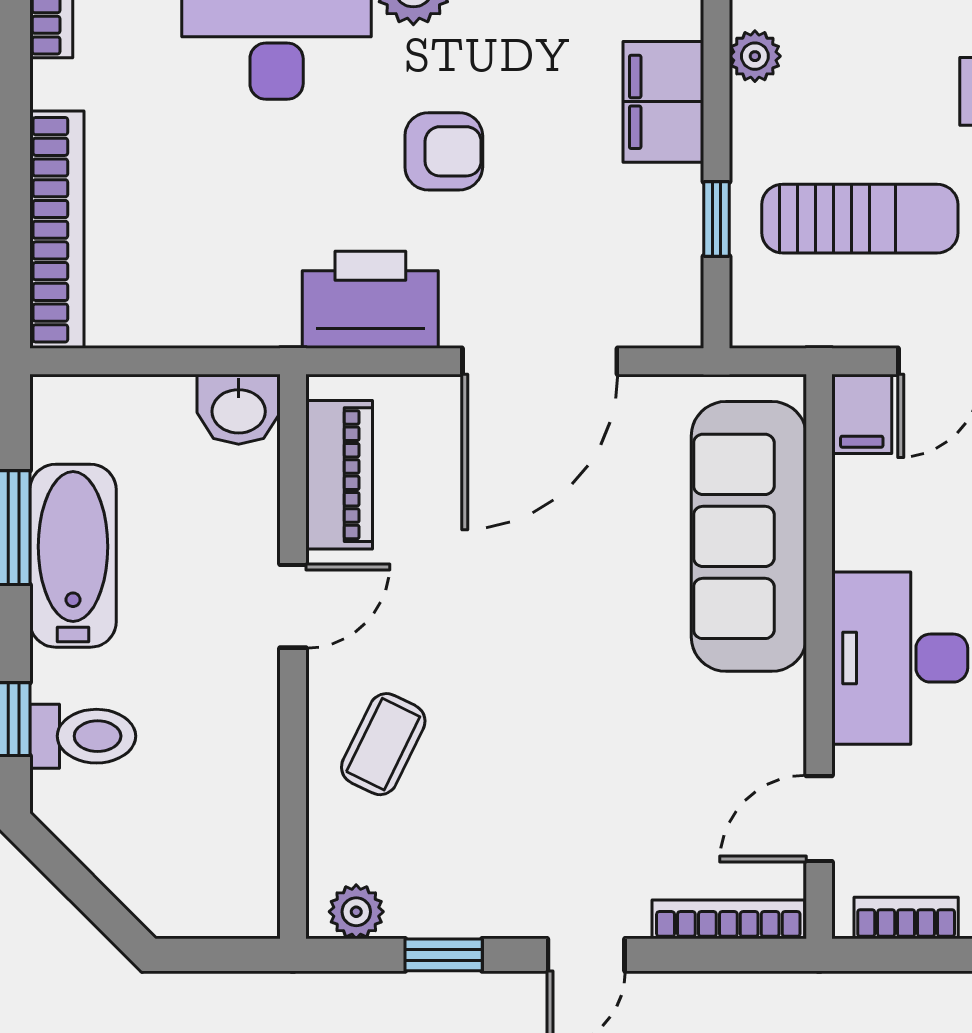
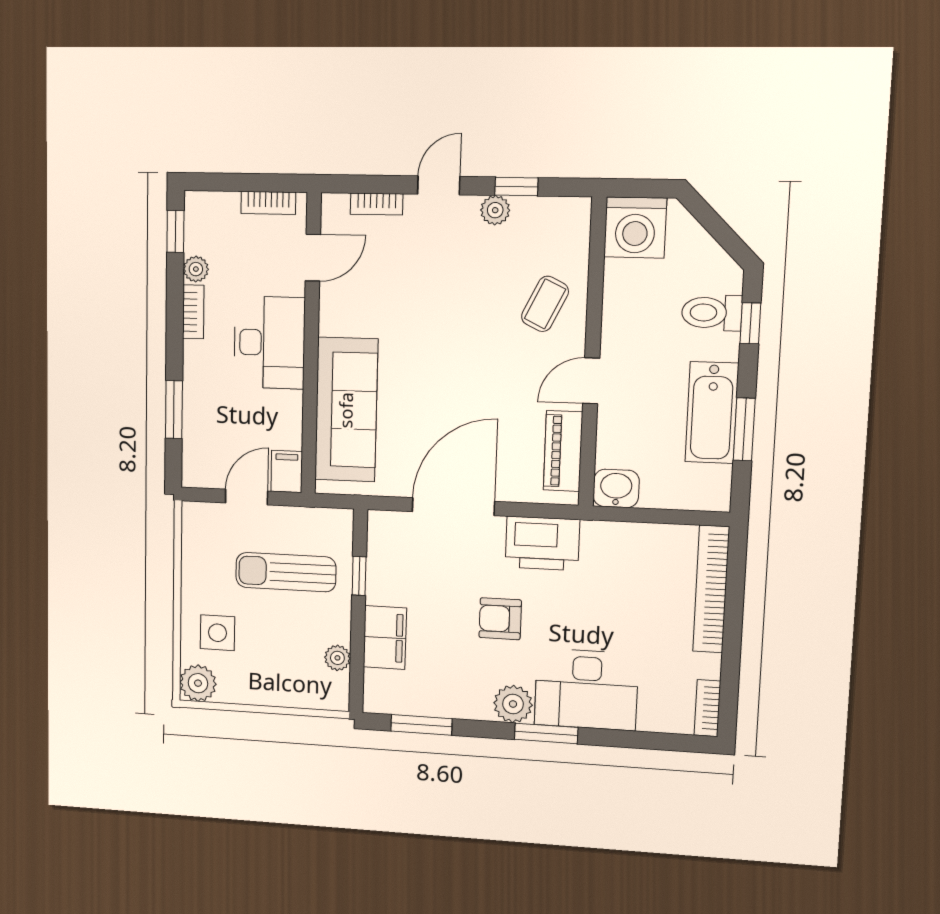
washing machine: (226, 885) -> (635, 228), added
plant: (356, 912) -> (495, 210), moved
bookcase: (728, 919) -> (377, 204), width x0.64

